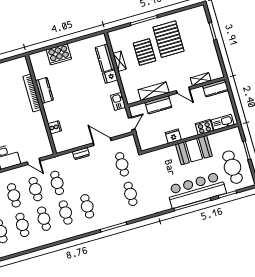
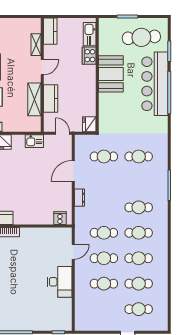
cooker: (55, 127) -> (60, 218), moved
fridge: (173, 136) -> (89, 124), moved

